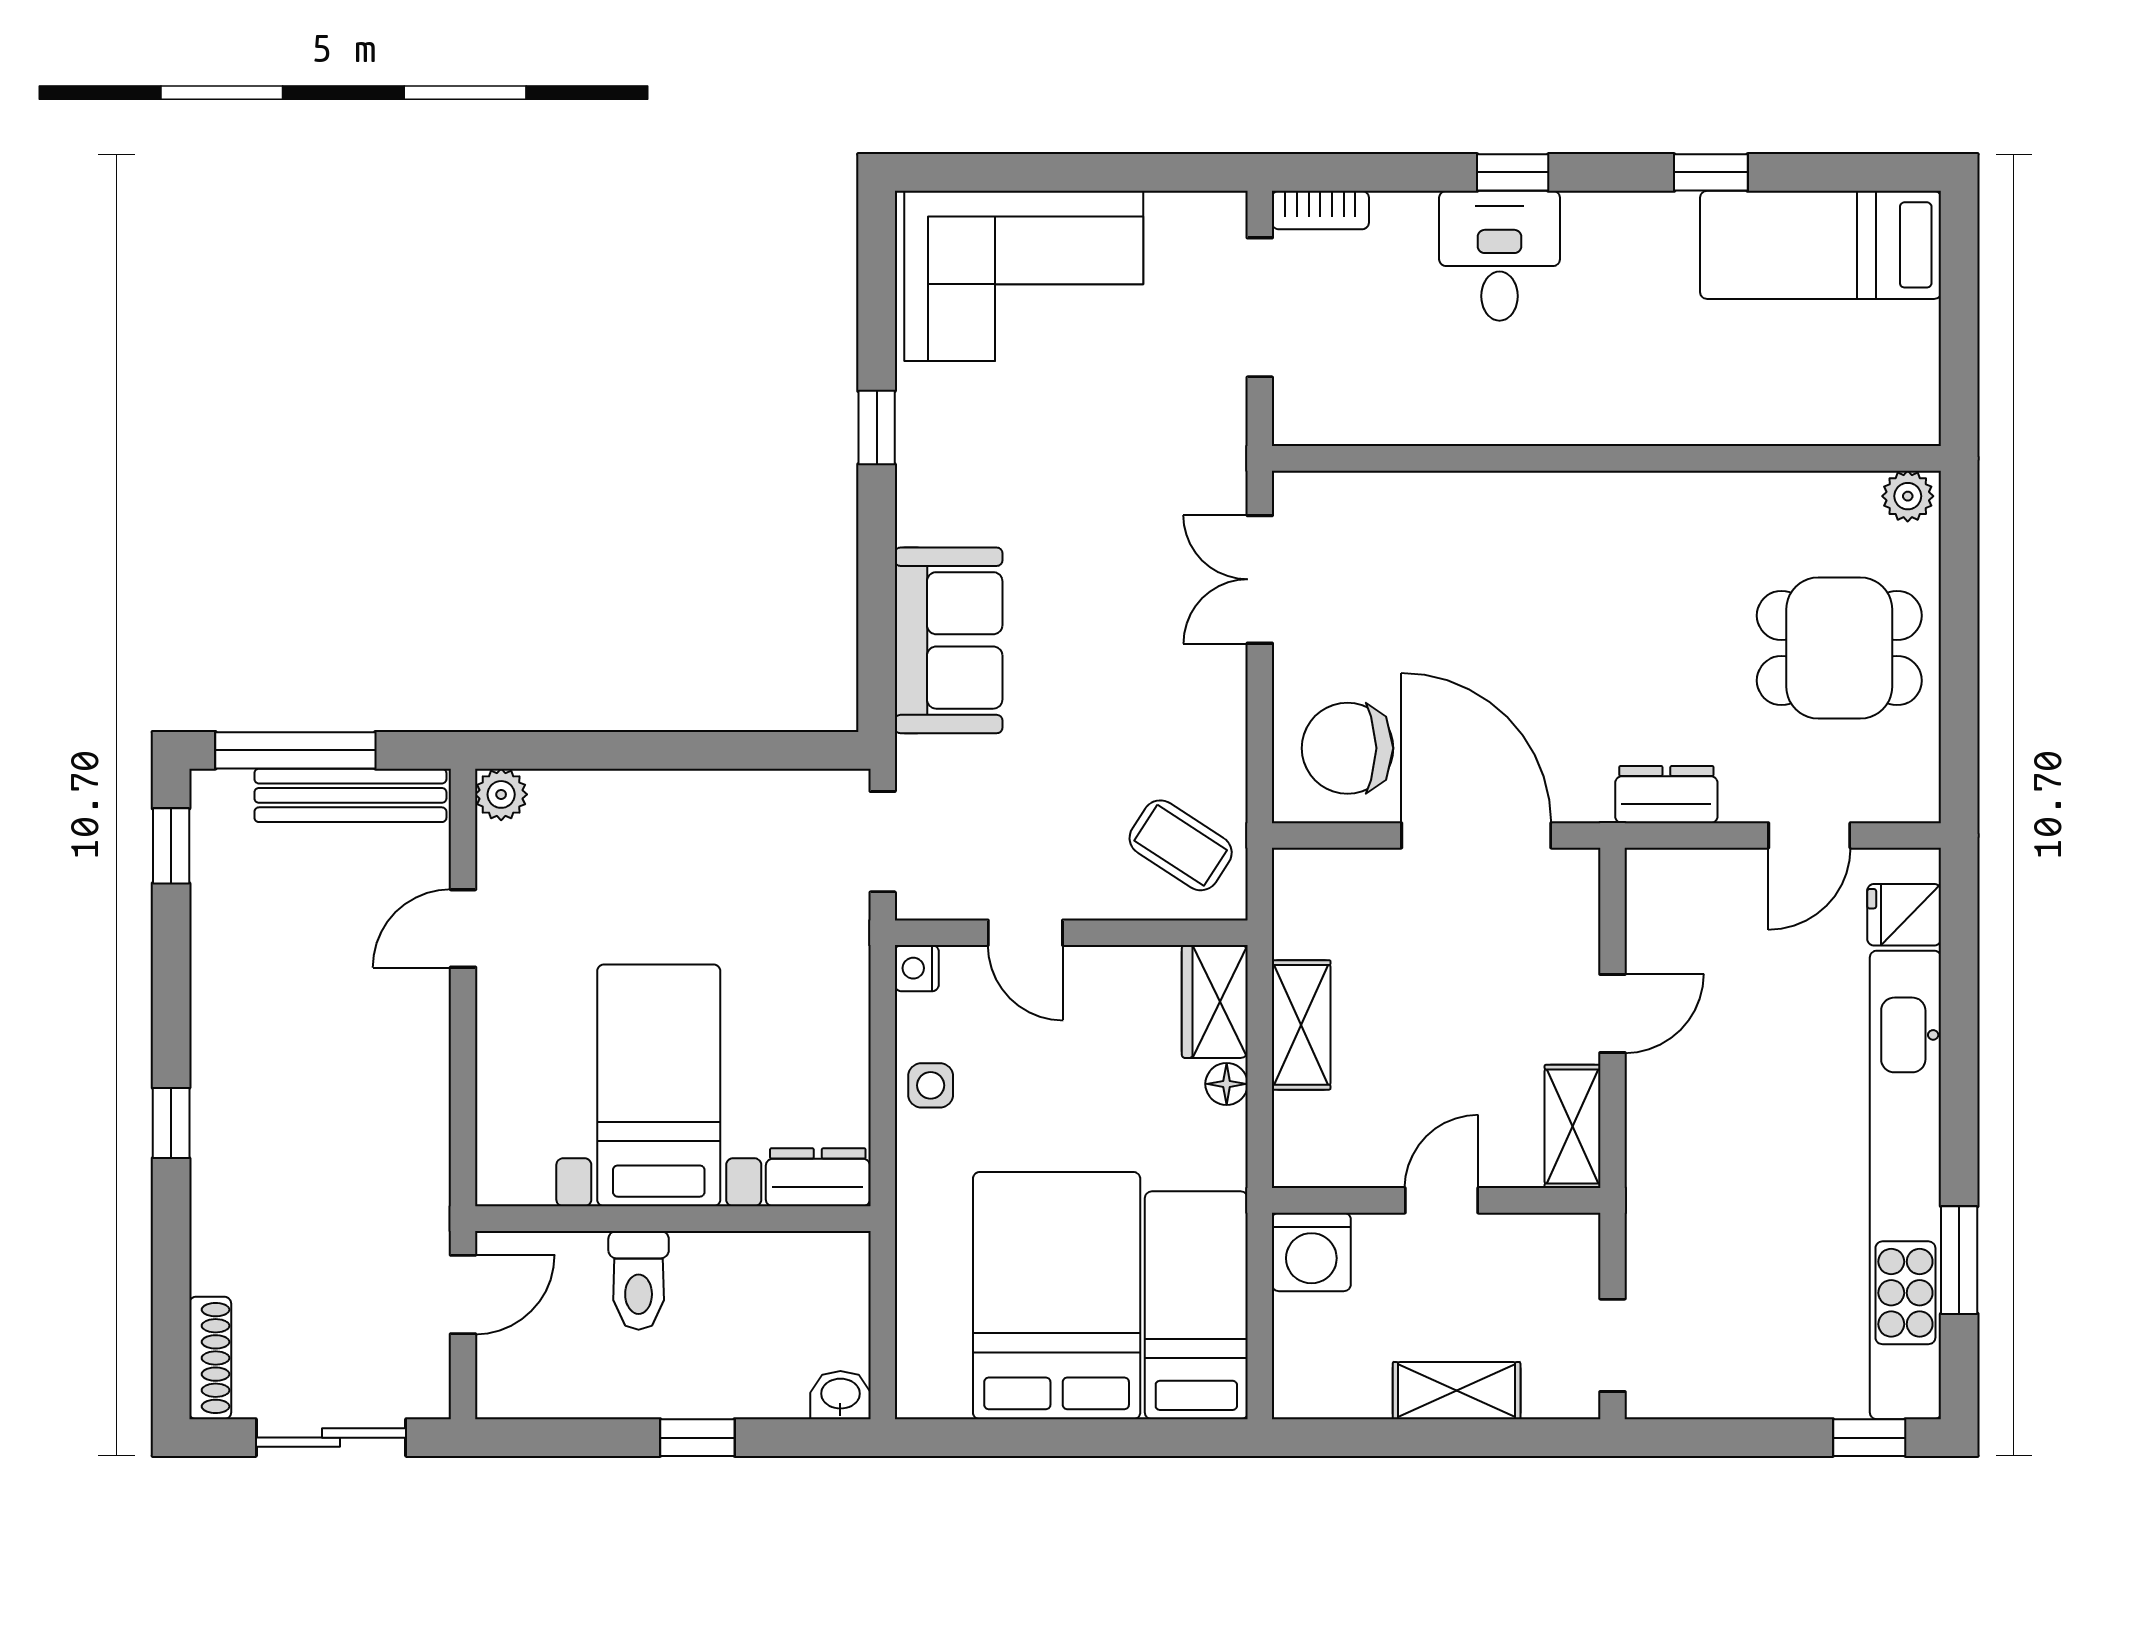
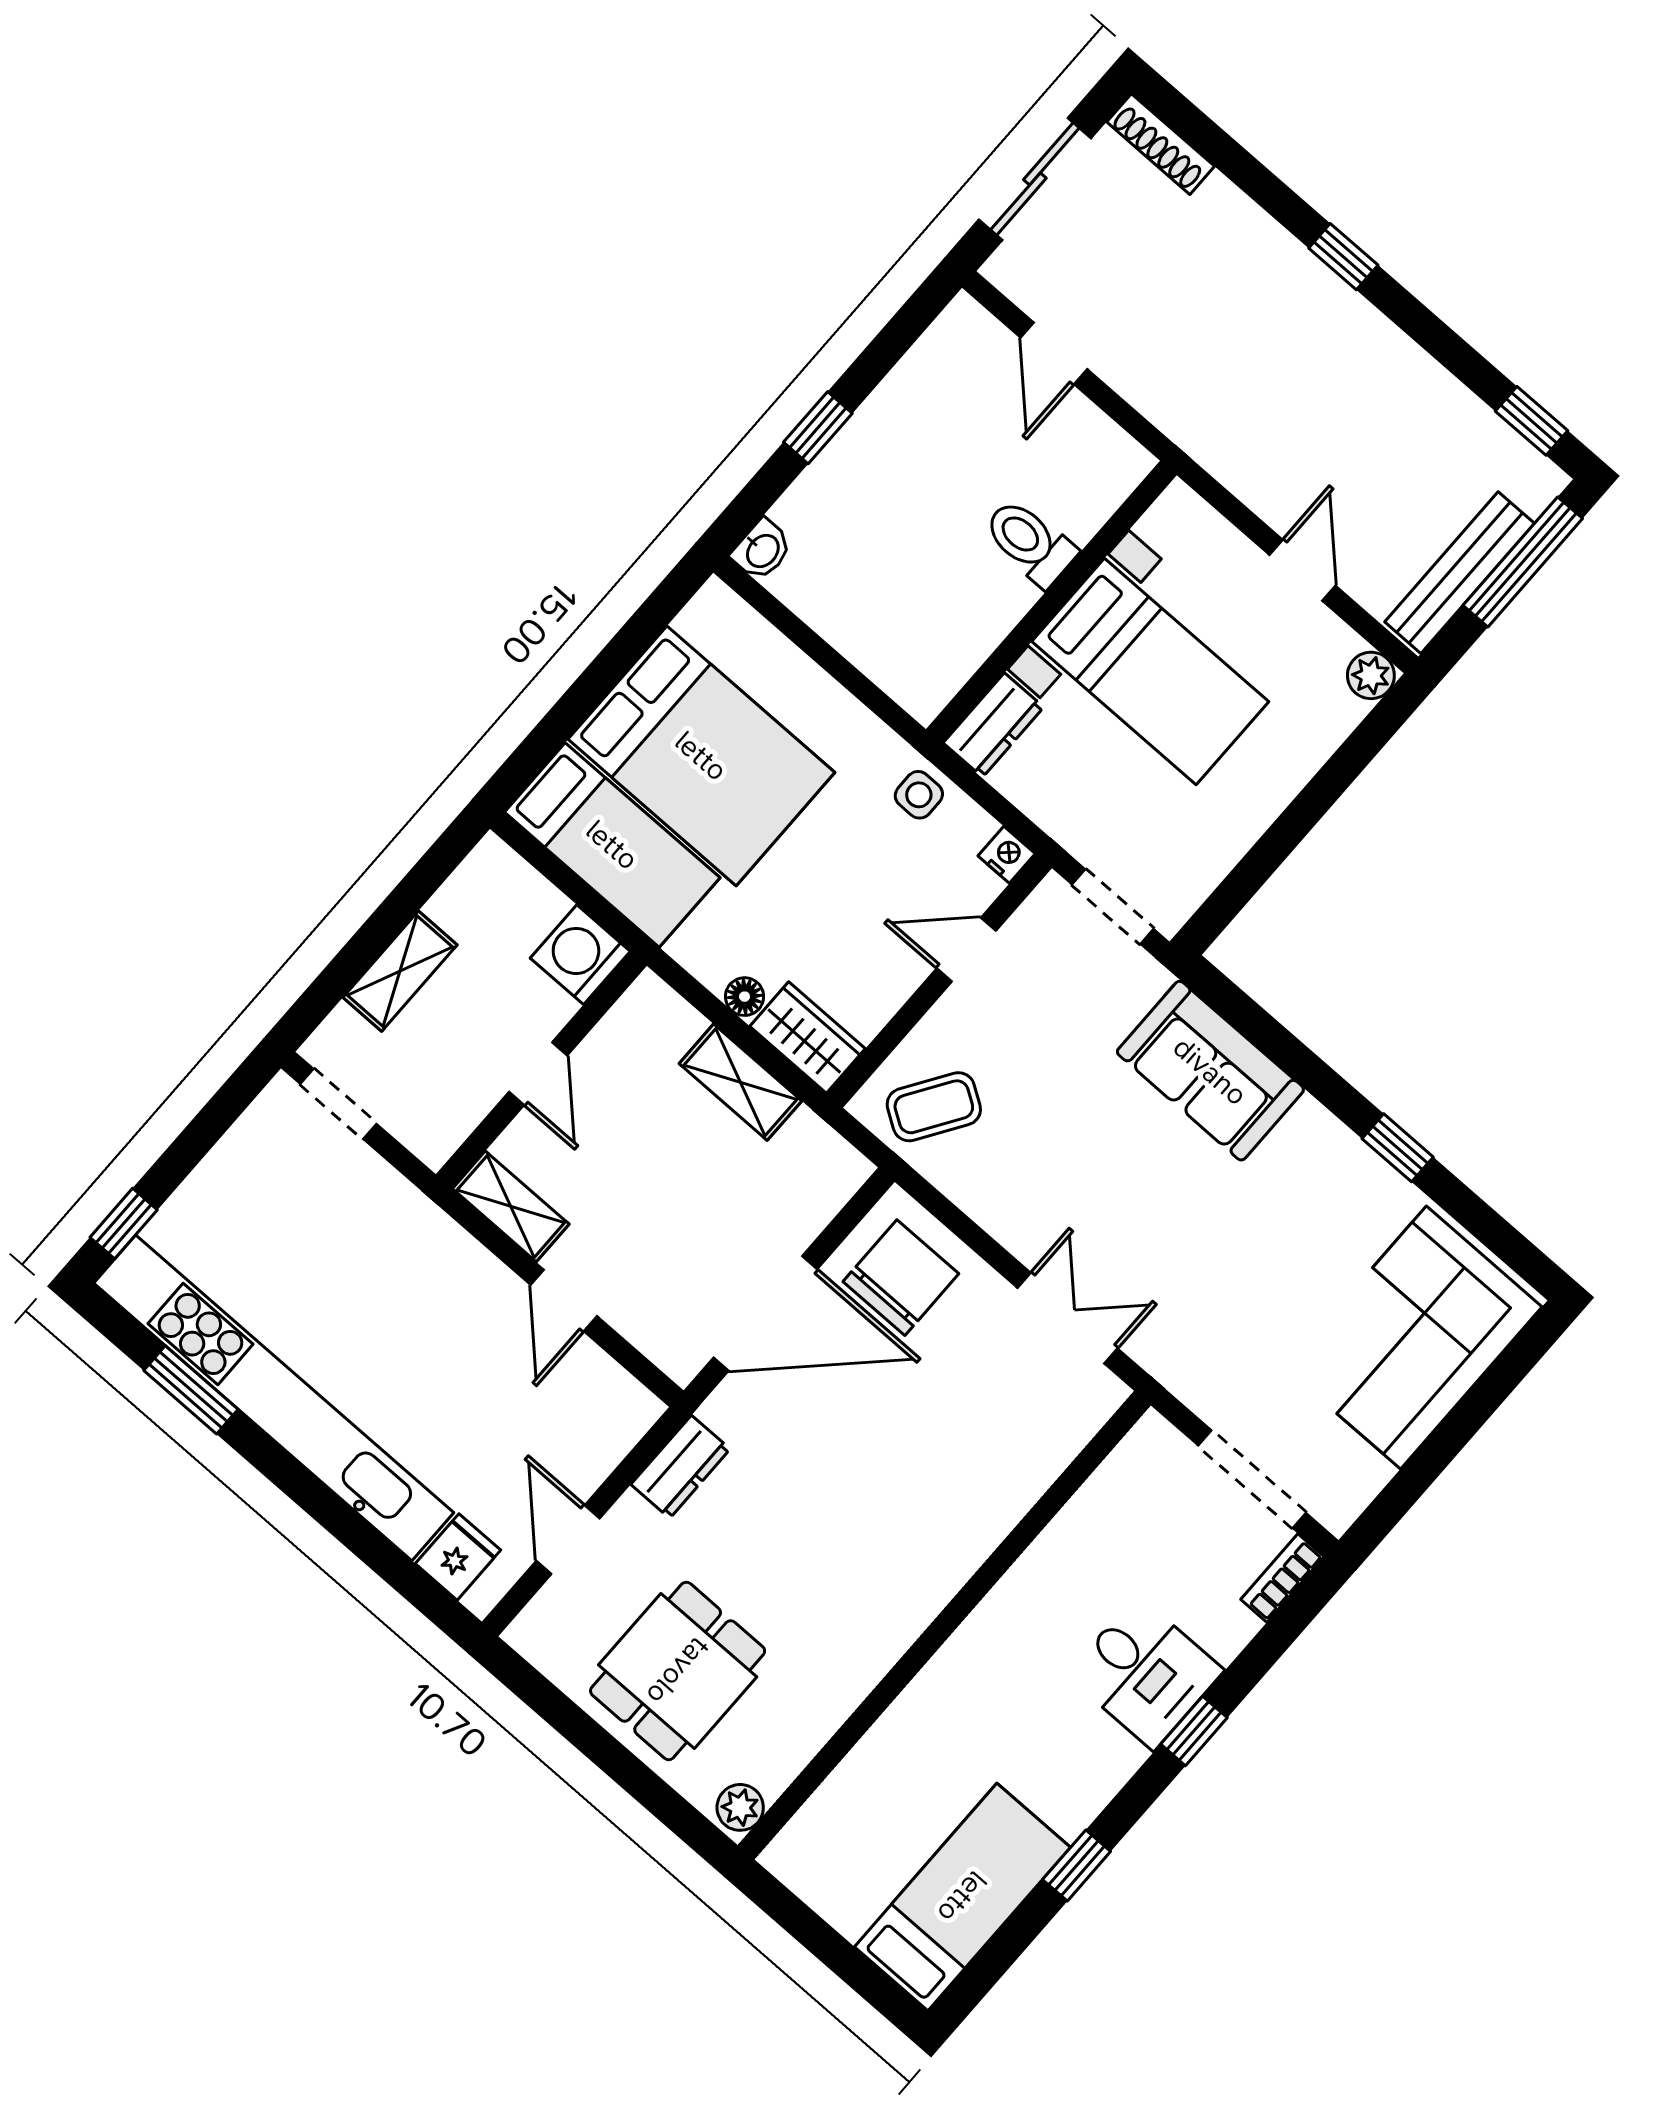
bed with nightstands: (659, 1085) -> (1150, 671), moved
dresser: (818, 1177) -> (994, 725), moved
wall: (673, 1219) -> (1051, 602), moved
toilet: (639, 1280) -> (1030, 542), moved

